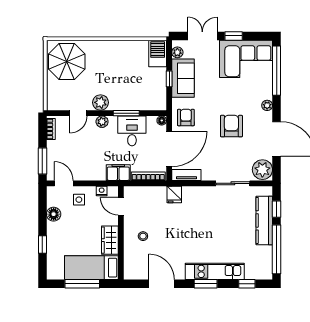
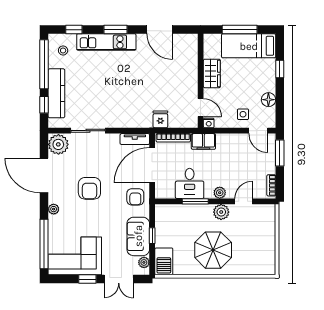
parasol: (67, 61) -> (213, 250), moved
floor lamp: (162, 120) -> (160, 194), removed
nightstand: (102, 191) -> (209, 123), moved
fridge: (174, 195) -> (160, 119), moved
stool: (143, 236) -> (63, 50), moved
bed: (91, 268) -> (249, 46), moved, turned 180

